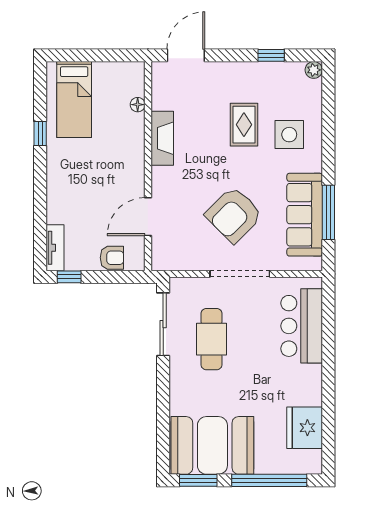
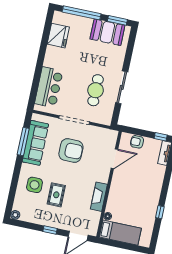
window: (271, 55) -> (50, 230), moved
bed: (74, 99) -> (120, 233), moved, turned 90
armchair: (234, 215) -> (71, 150), turned 45
sliding door: (163, 324) -> (122, 87), moved
booth: (212, 445) -> (107, 32), width x0.73, depth x0.70

